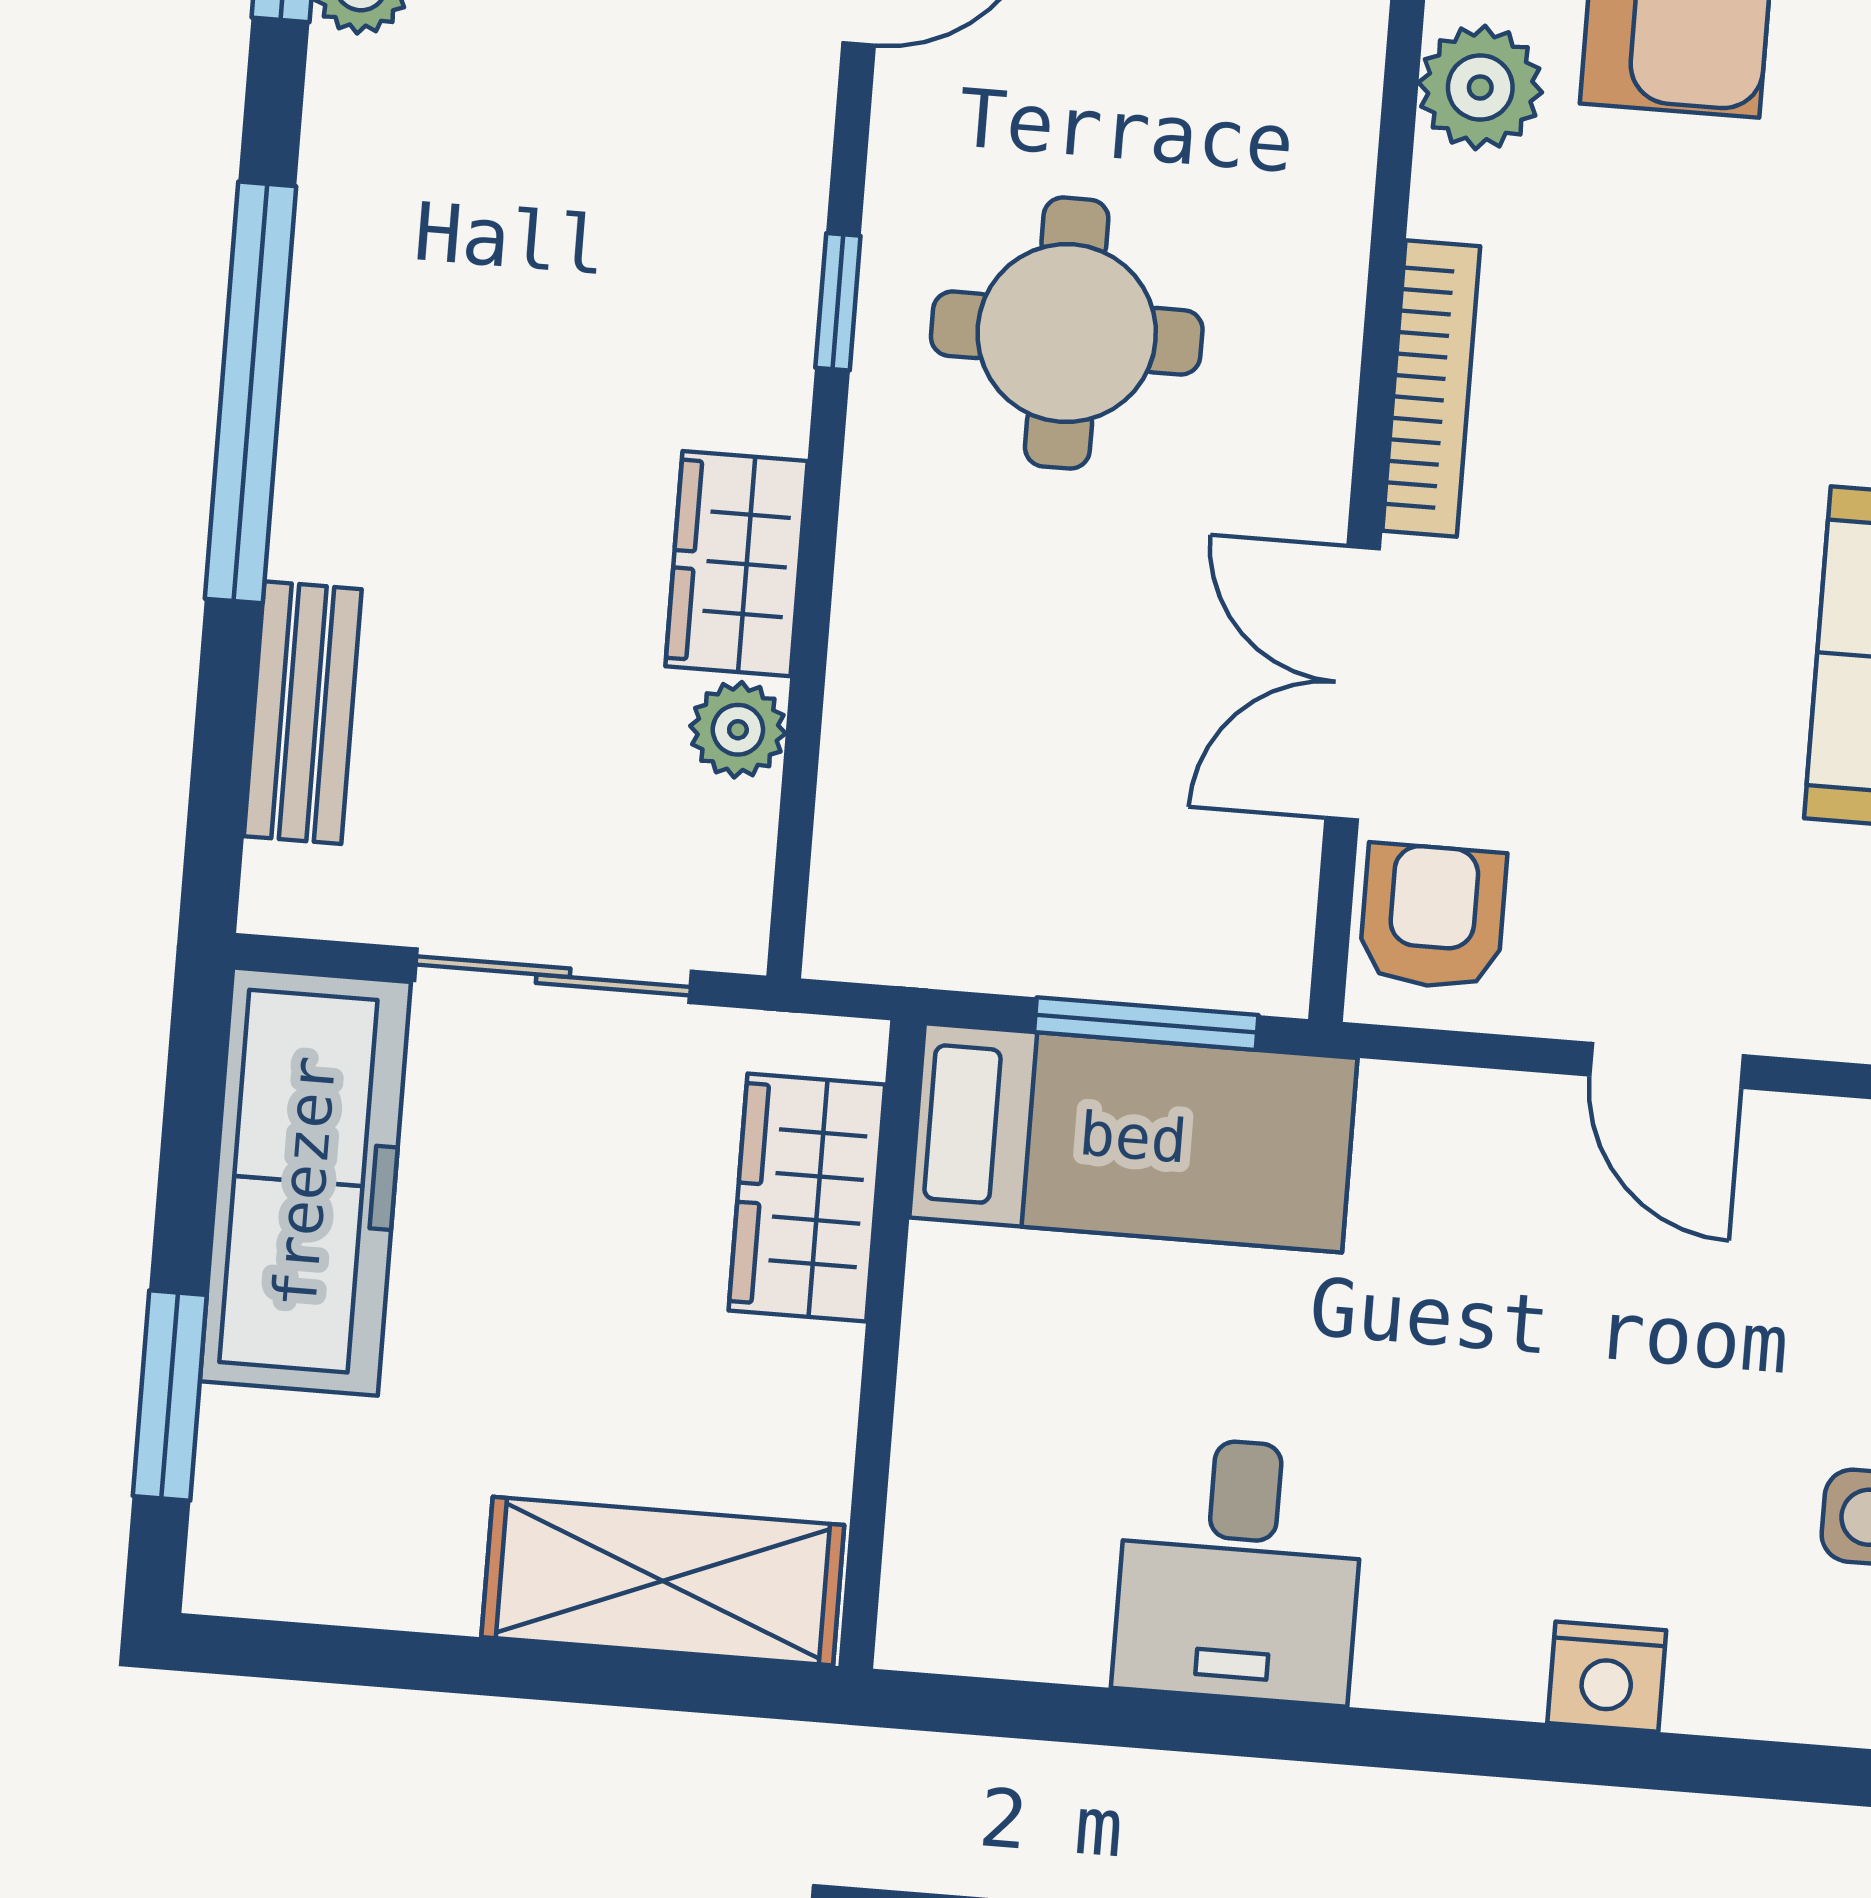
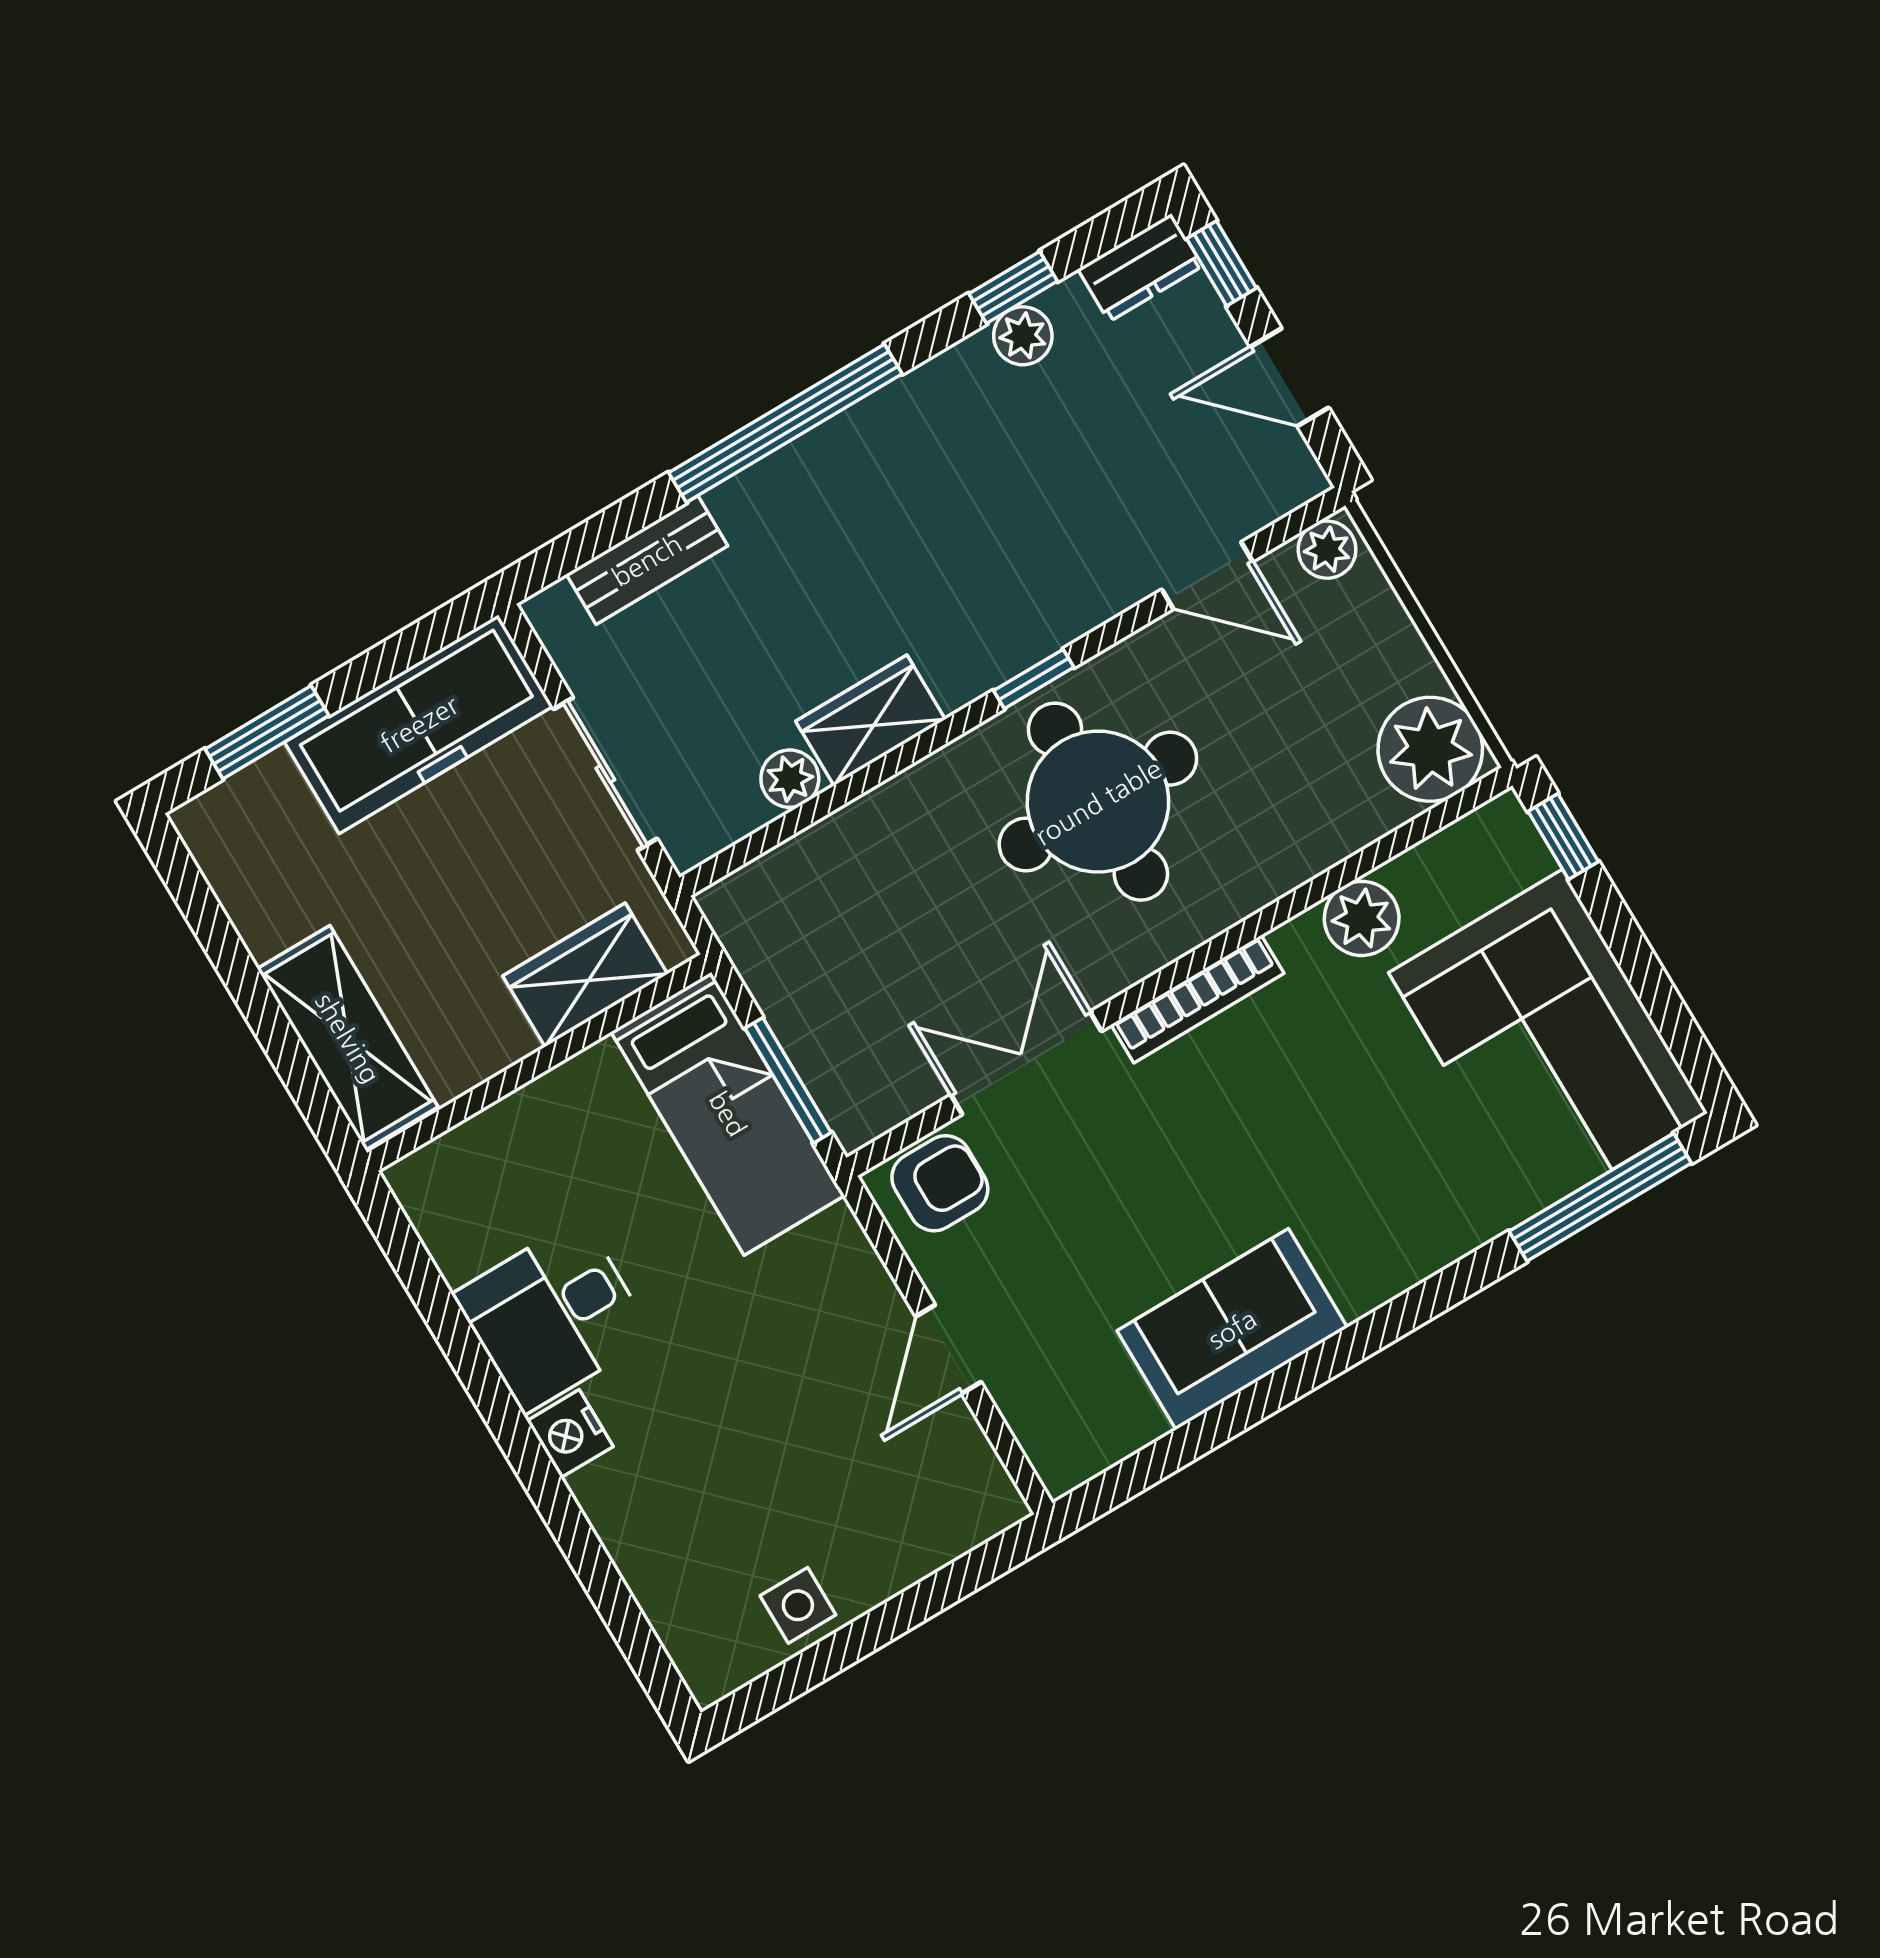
round table: (1067, 333) -> (1098, 802), width x1.36, depth x1.36
nightstand: (1607, 1677) -> (570, 1434), moved

